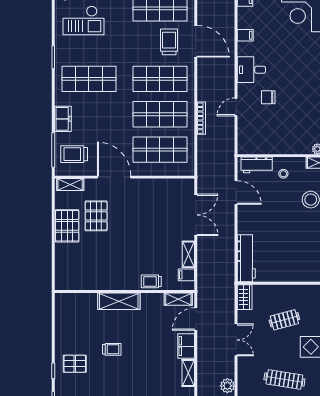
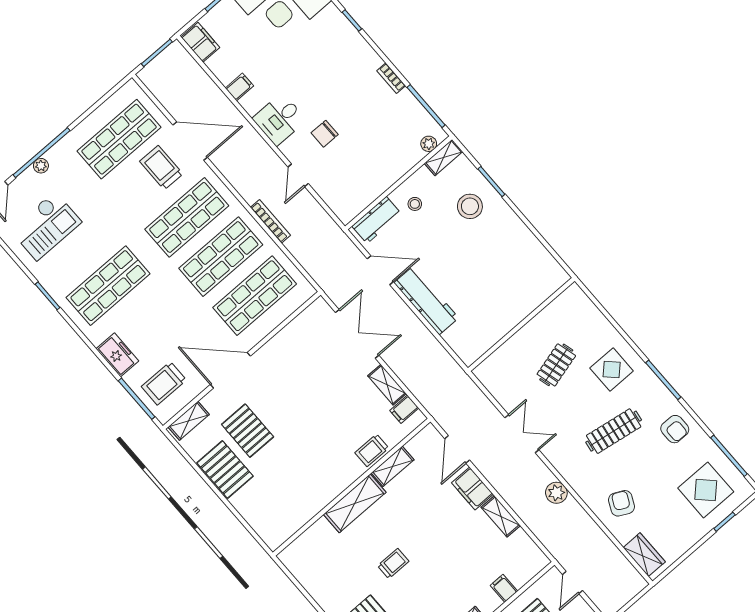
workbench: (246, 258) -> (426, 300), moved
wardrobe: (245, 297) -> (490, 378), removed
shelving: (178, 299) -> (393, 466), moved

